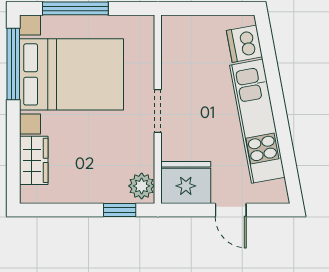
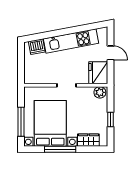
window: (13, 64) -> (60, 149), moved
window: (120, 210) -> (111, 119), moved
door: (231, 210) -> (111, 53), hinge flipped

